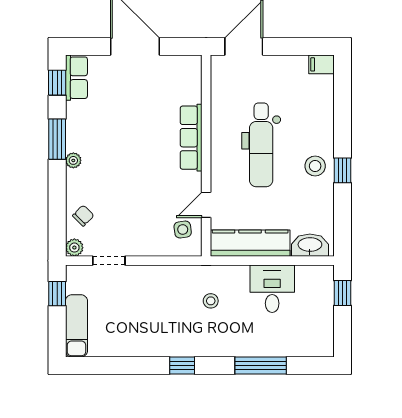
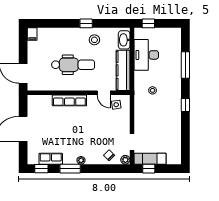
row of seats: (76, 78) -> (51, 159), moved
stool: (315, 166) -> (94, 40), moved
desk: (272, 289) -> (146, 55), width x1.37
exam couch: (76, 326) -> (150, 159), moved

